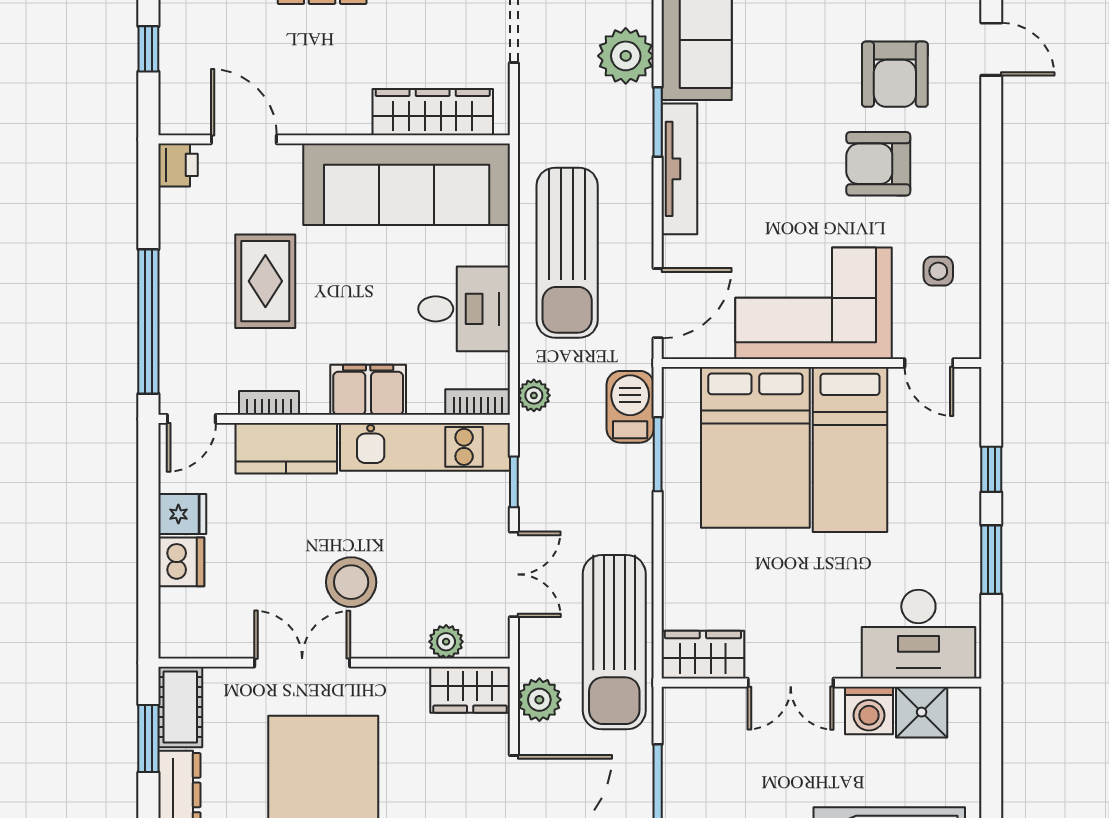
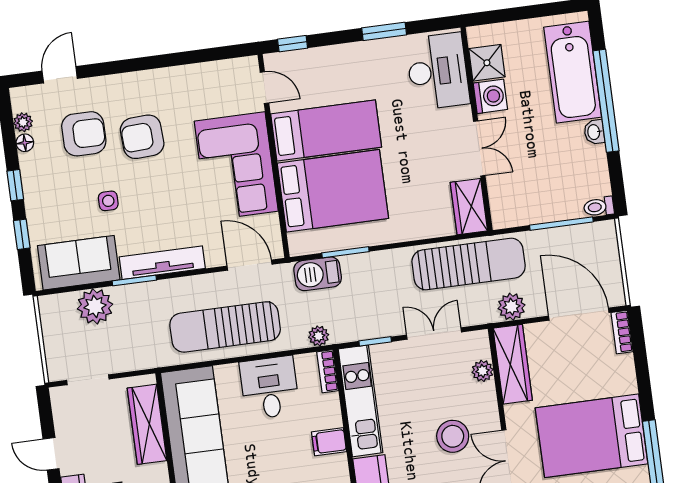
armchair: (878, 164) -> (142, 137), turned 87
sun lounger: (567, 253) -> (225, 327), turned 180
side table: (938, 271) -> (108, 201), moved
door: (929, 363) -> (264, 88), hinge flipped
filing cabinet: (368, 390) -> (329, 442), width x0.50
window: (991, 469) -> (293, 44), moved
wardrobe: (470, 690) -> (513, 364), width x1.50

